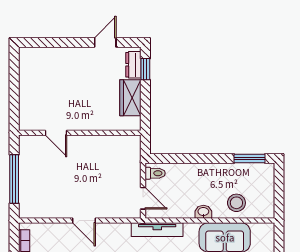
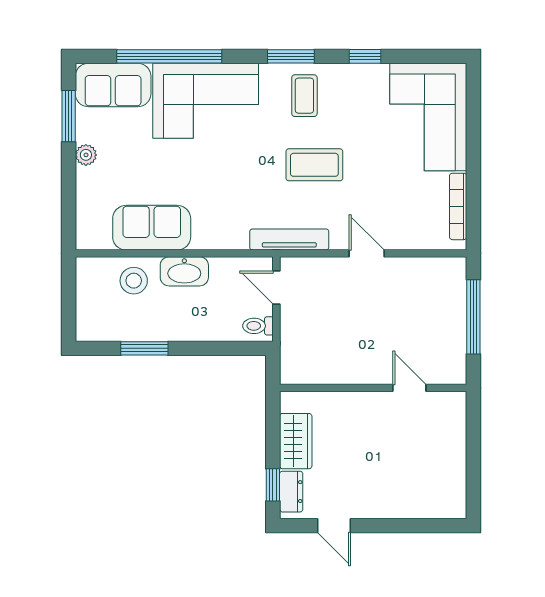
door: (105, 42) -> (334, 526), hinge flipped
window: (249, 159) -> (144, 348), moved
washbasin: (203, 212) -> (184, 271), width x1.91, depth x1.45
tv unit: (157, 230) -> (289, 240), moved

